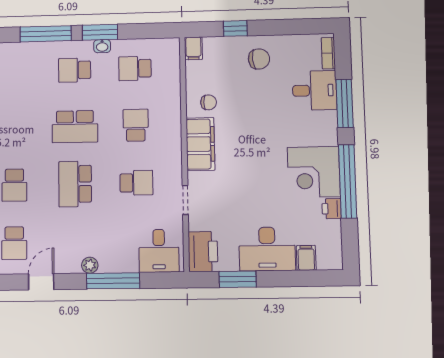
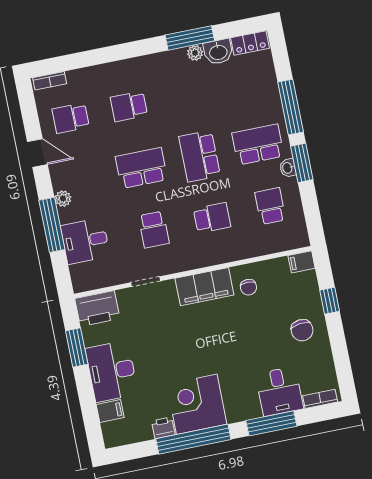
school desk: (75, 70) -> (258, 144), width x1.85
desk: (159, 251) -> (85, 241), moved

